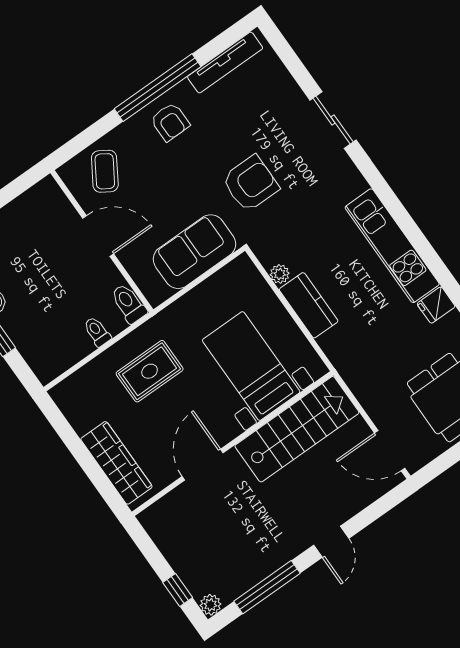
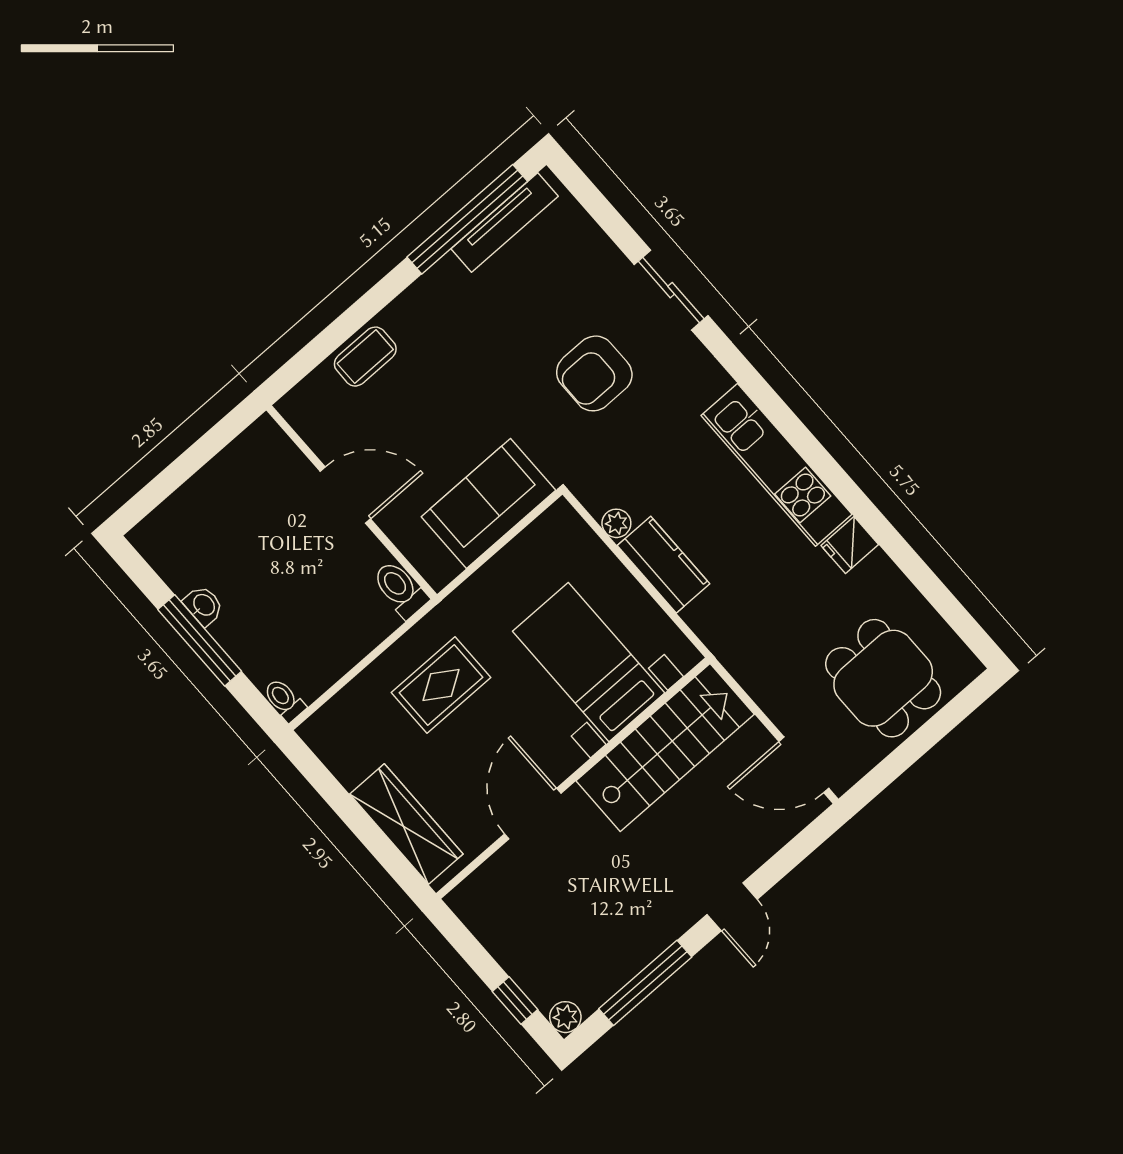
window: (158, 88) -> (467, 219), moved
armchair: (170, 122) -> (433, 318), removed
coffee table: (105, 171) -> (365, 357), moved, turned 58
armchair: (250, 184) -> (594, 373), moved, turned 180
toilet: (97, 332) -> (284, 700), moved

